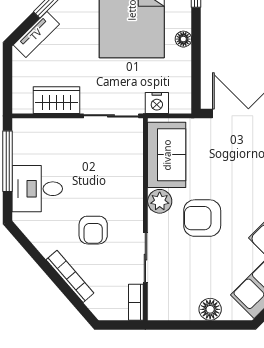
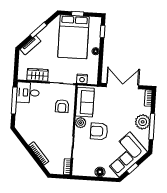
desk: (37, 189) -> (28, 93), moved
armchair: (93, 230) -> (62, 106), moved

